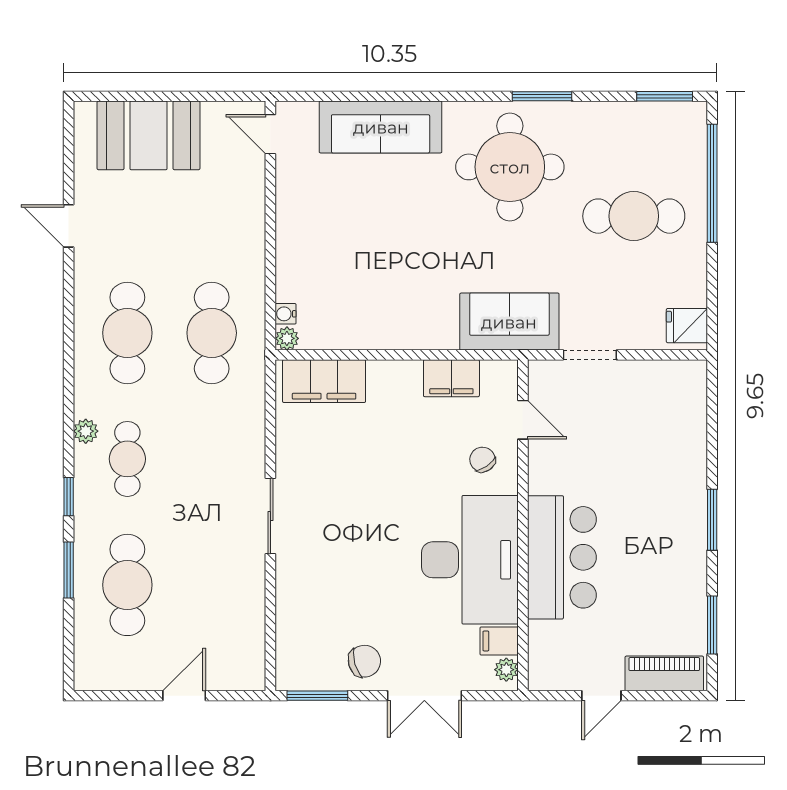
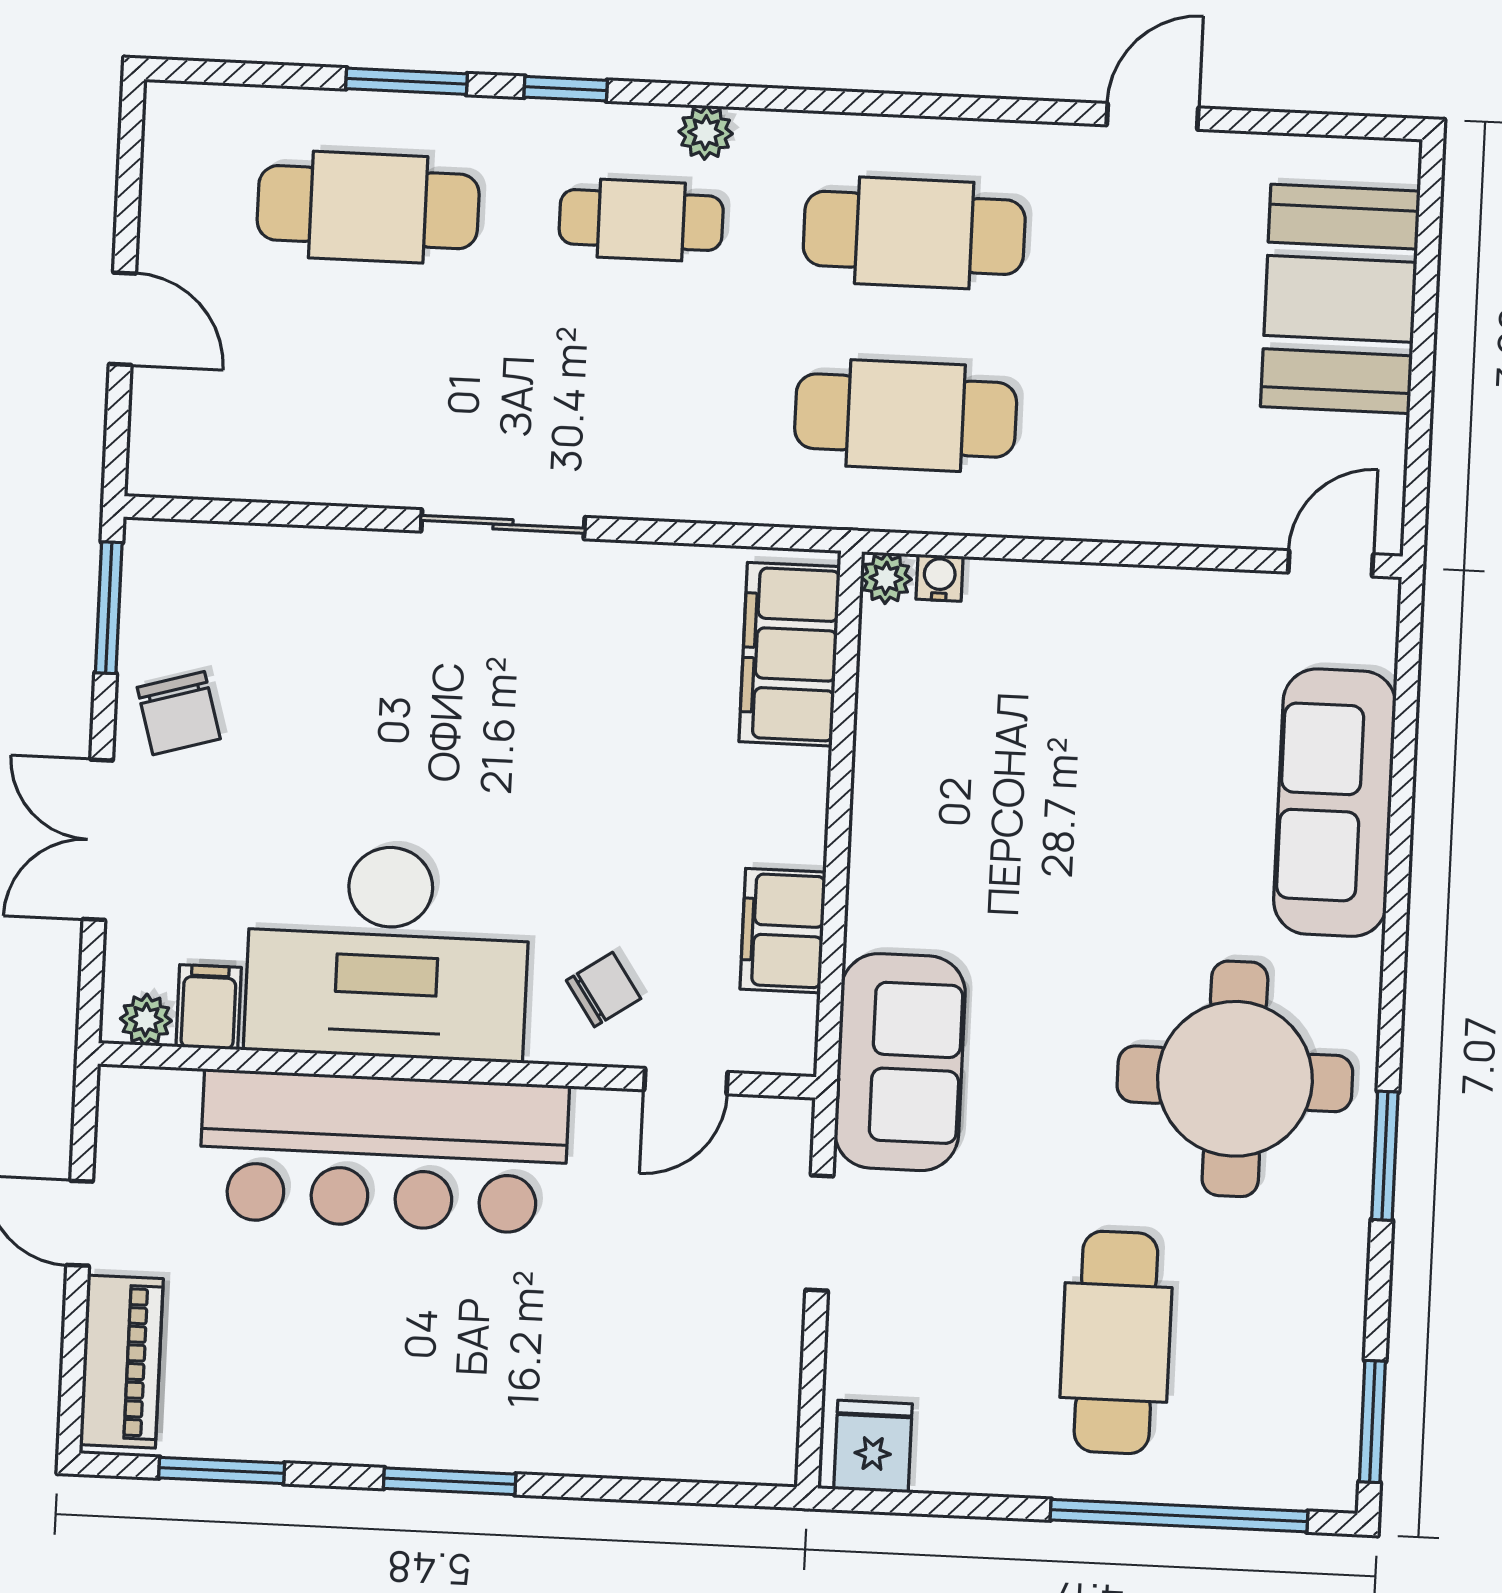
bar counter: (562, 557) -> (384, 1152), width x1.36

